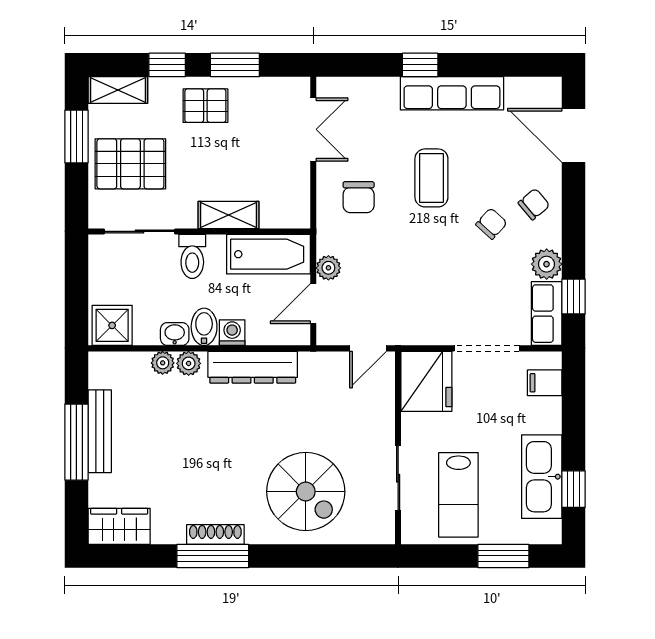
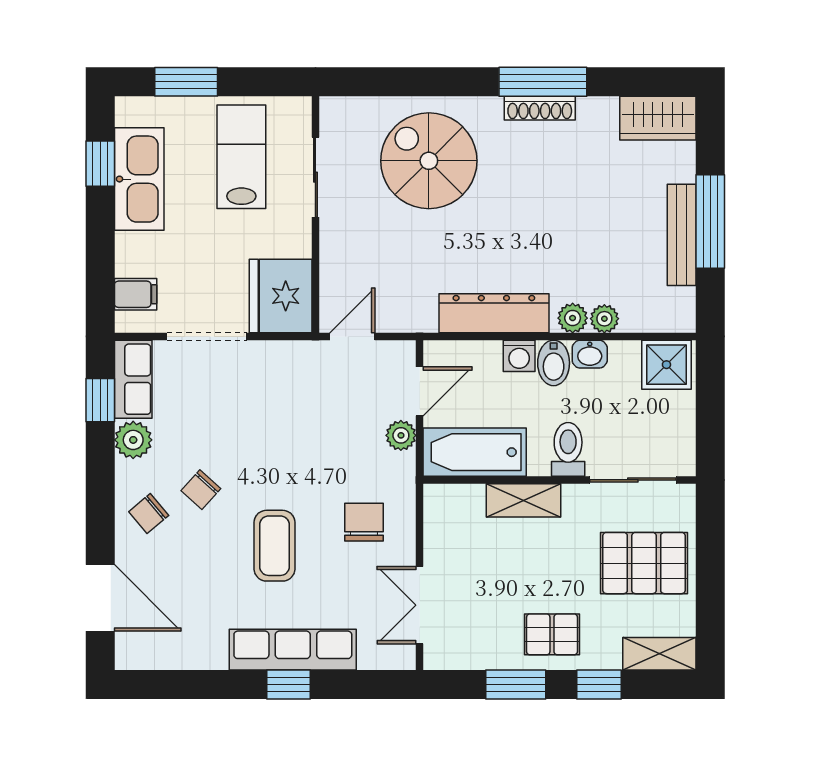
row of seats: (452, 93) -> (293, 650), moved
window: (76, 137) -> (710, 597), removed

